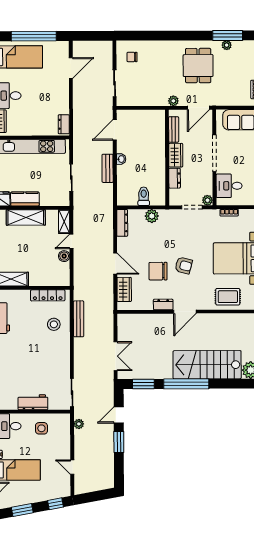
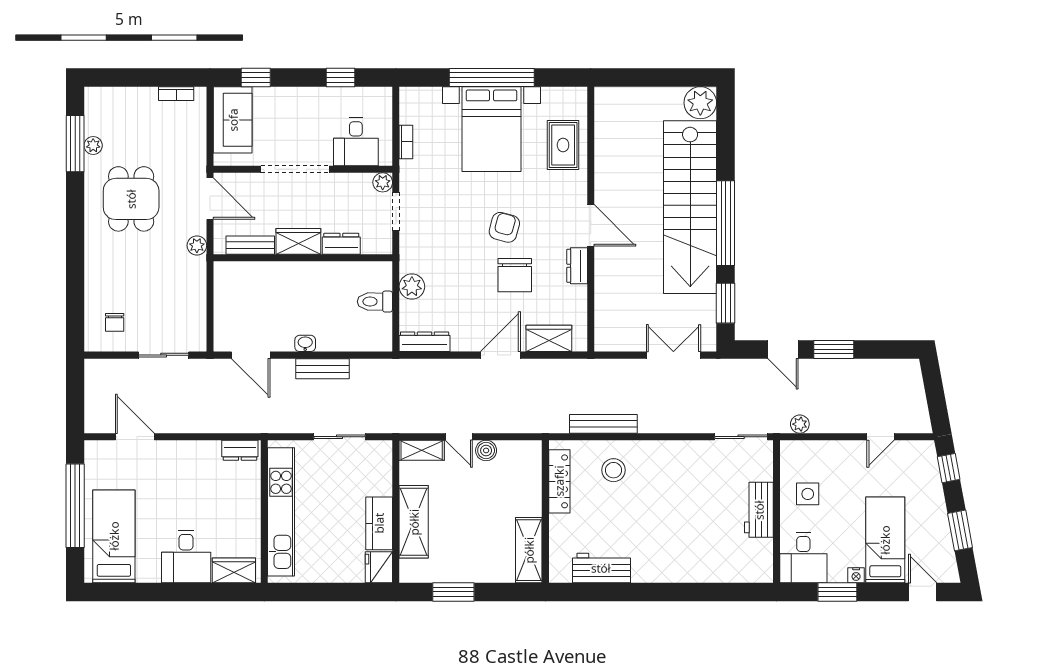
dining table: (198, 66) -> (131, 199), turned 90
stairs: (207, 365) -> (690, 207), width x1.36

